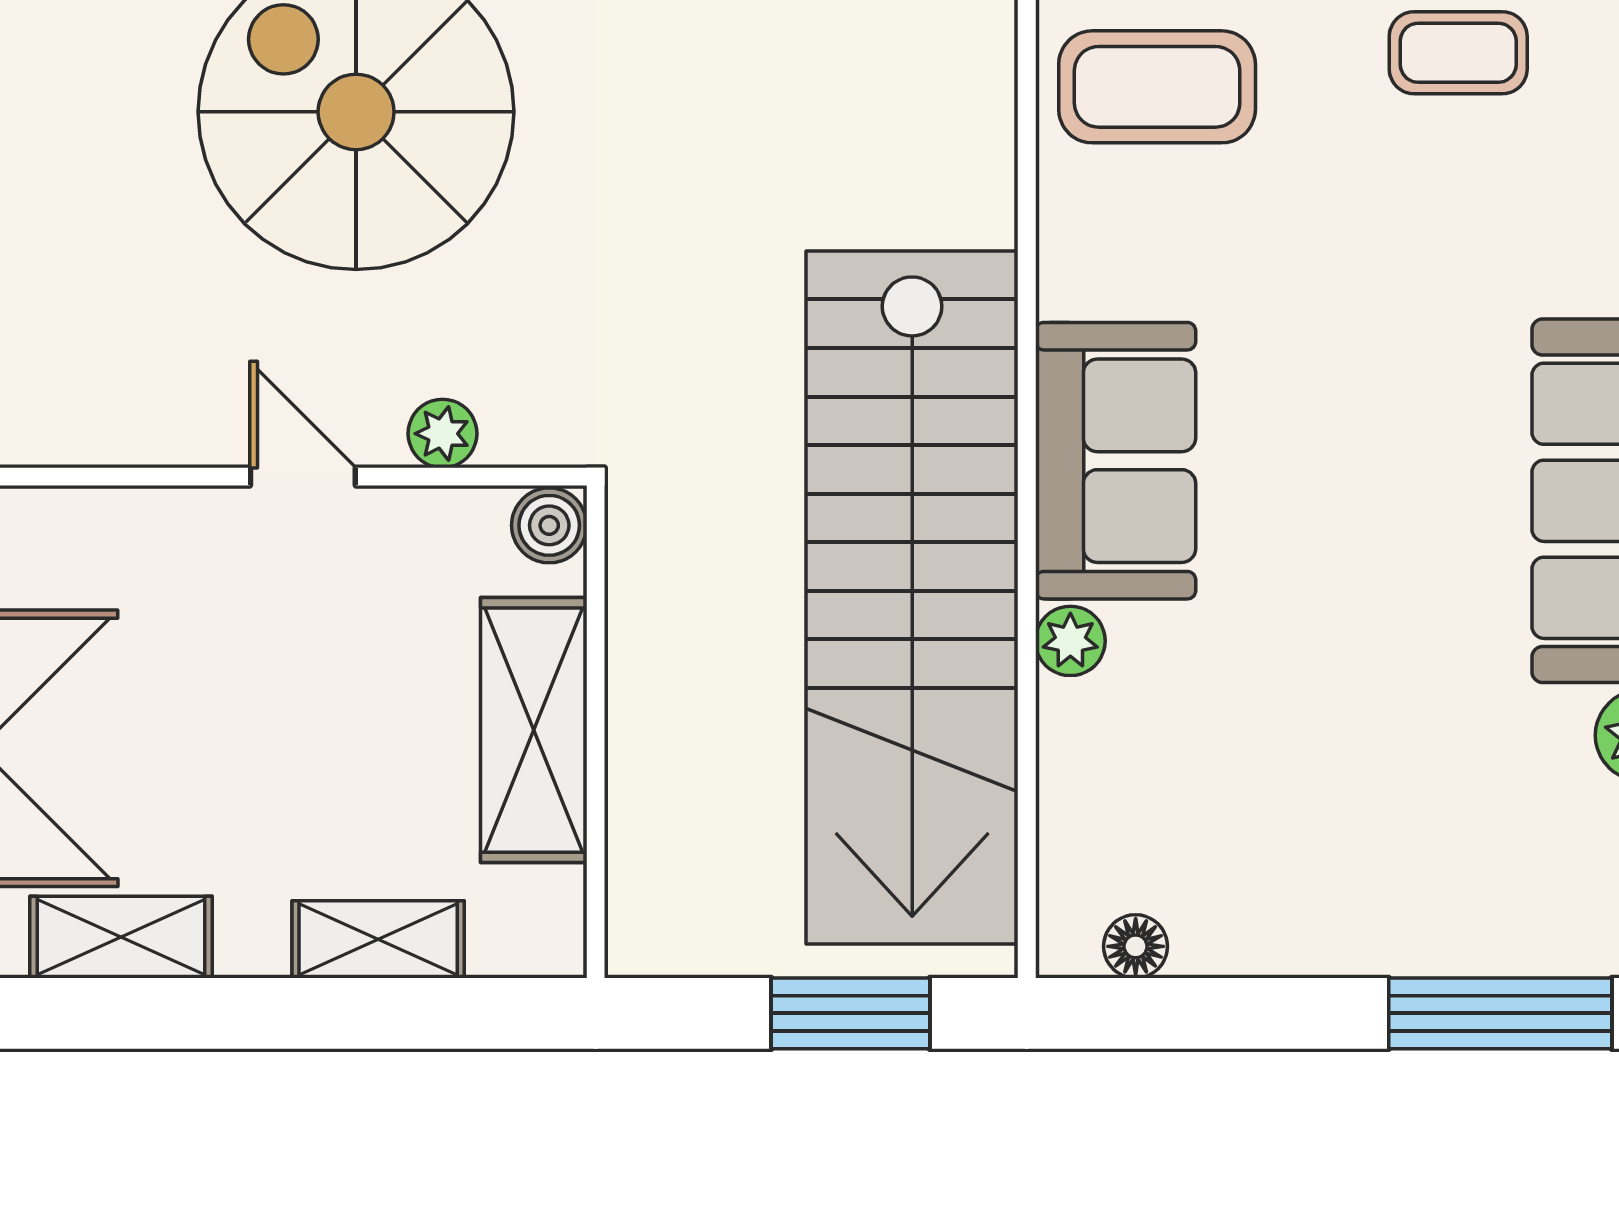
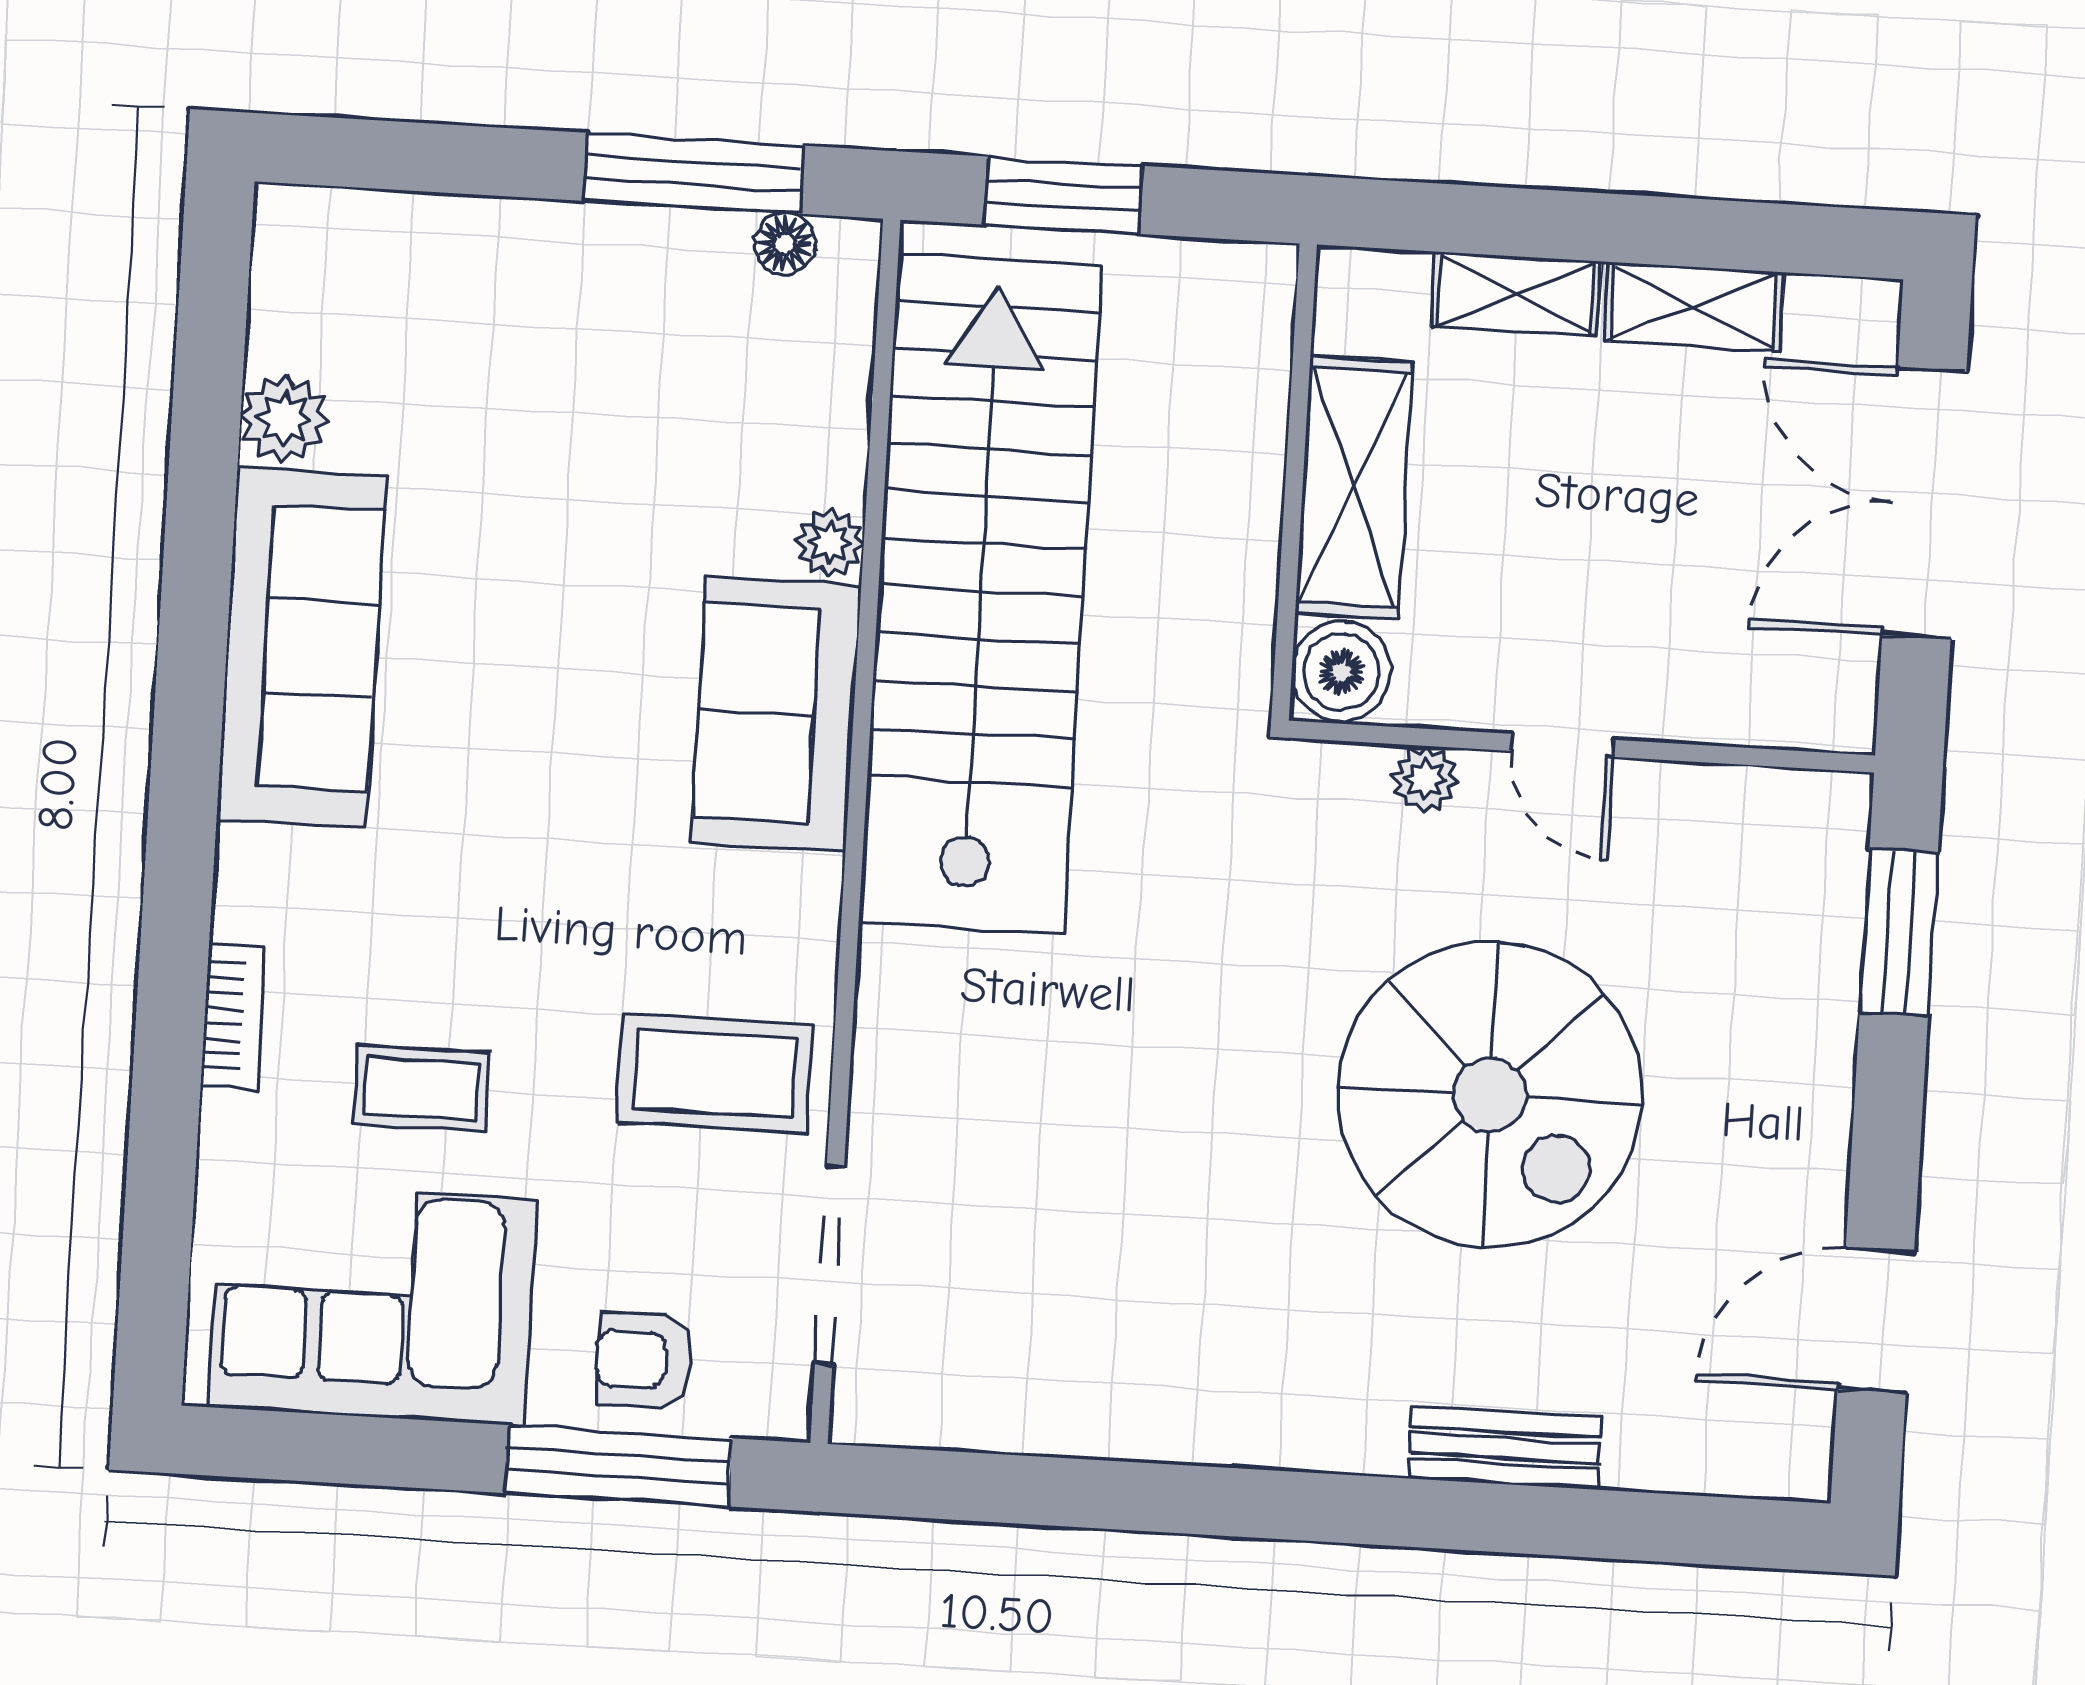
boiler: (549, 525) -> (1341, 672), width x1.36, depth x1.36
shelving: (121, 937) -> (1694, 307), moved
window: (1500, 1013) -> (693, 173), moved

